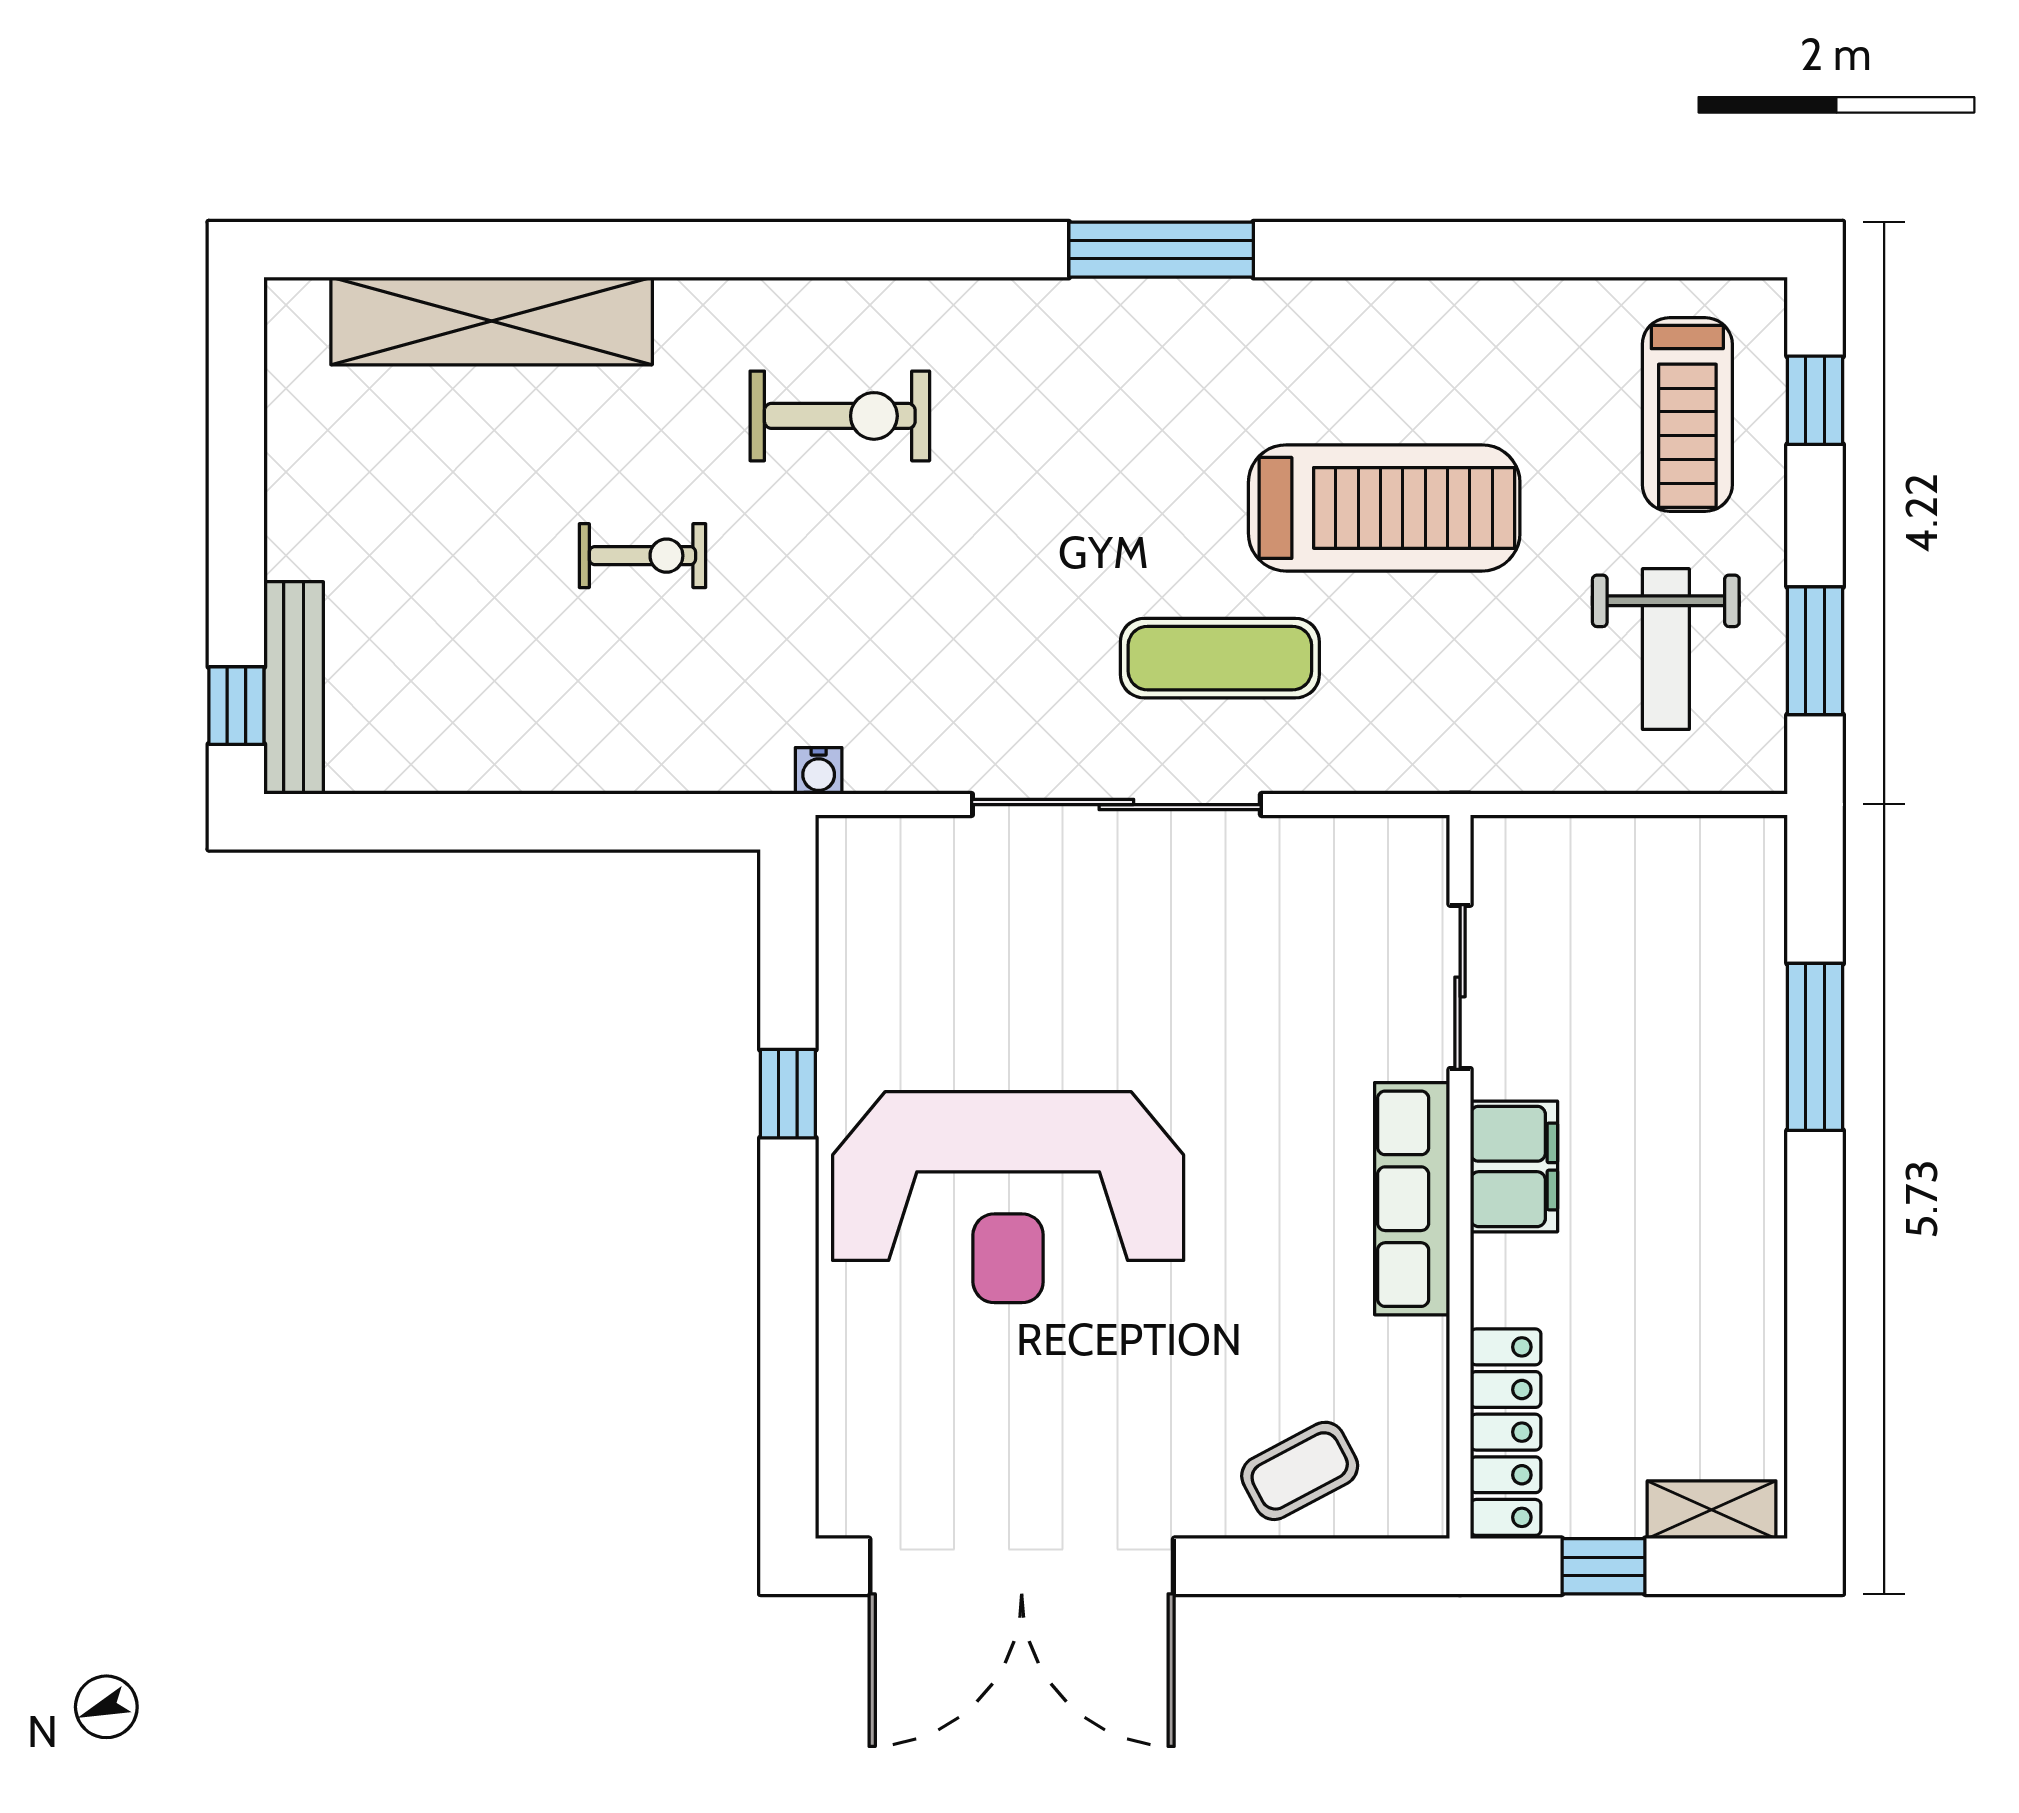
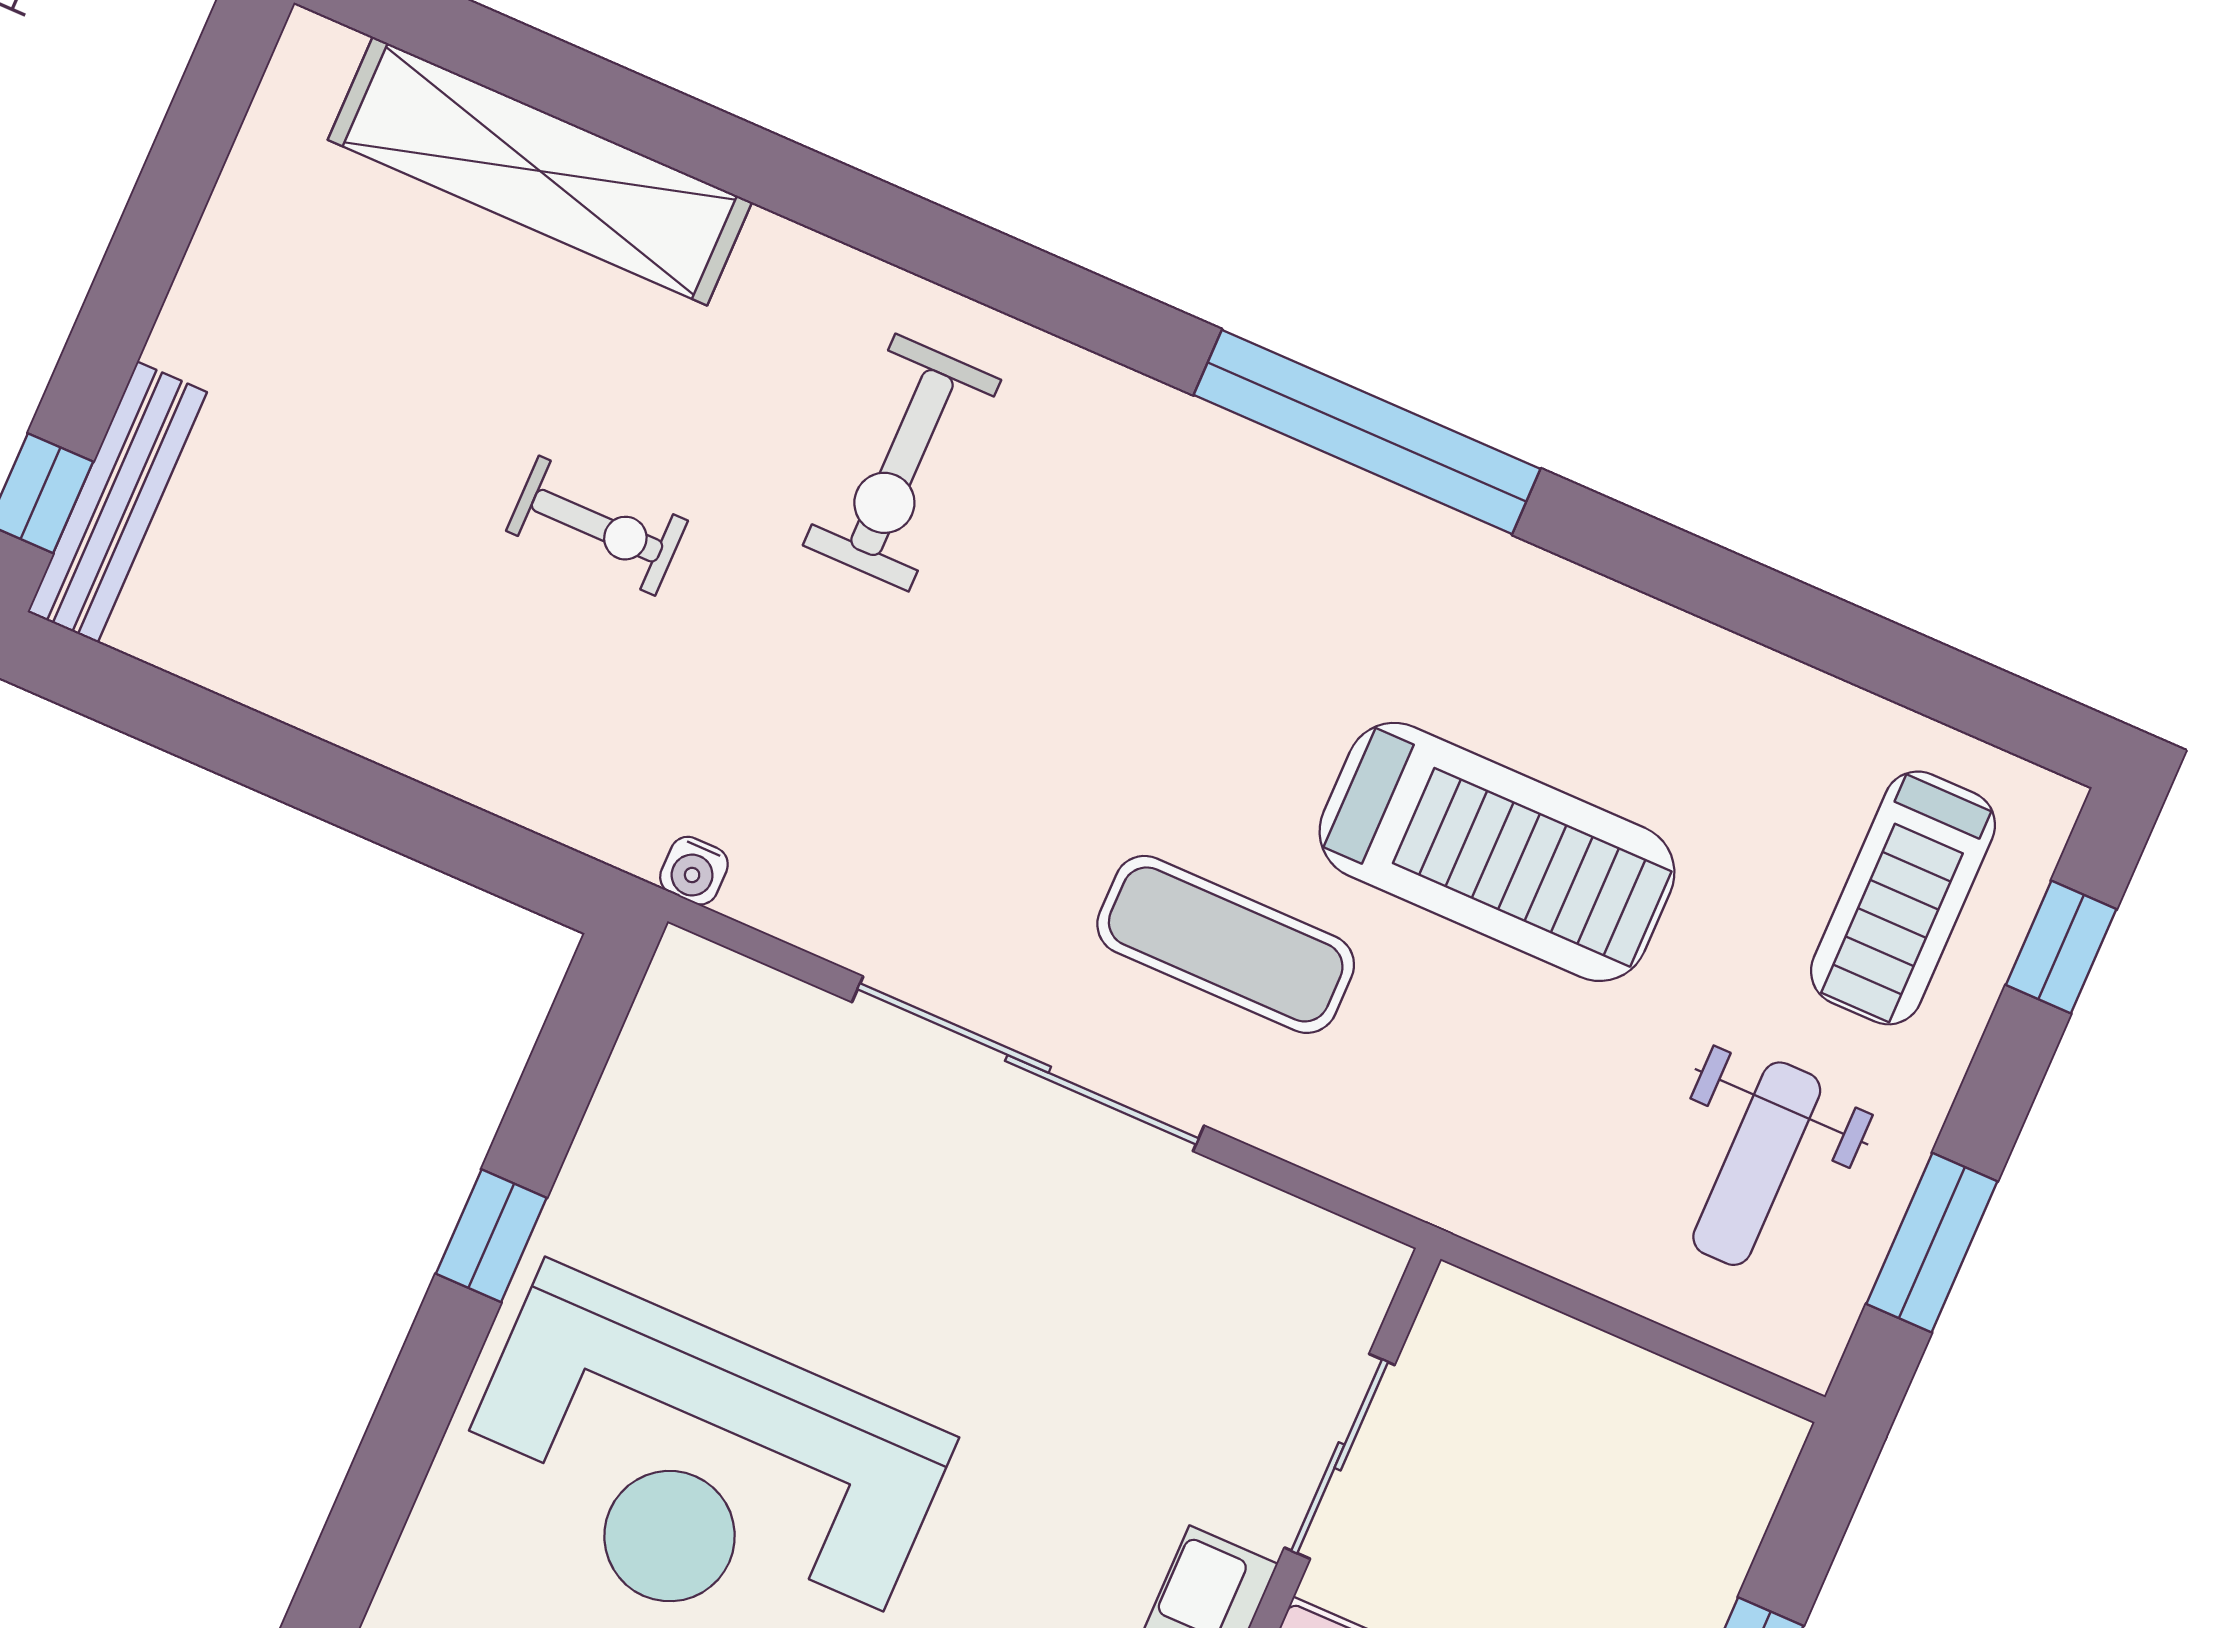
window: (1161, 250) -> (1367, 432), width x1.46
exercise bike: (840, 416) -> (902, 463), turned 90

